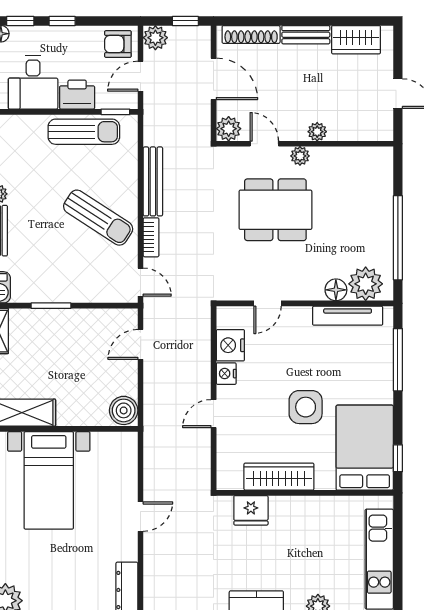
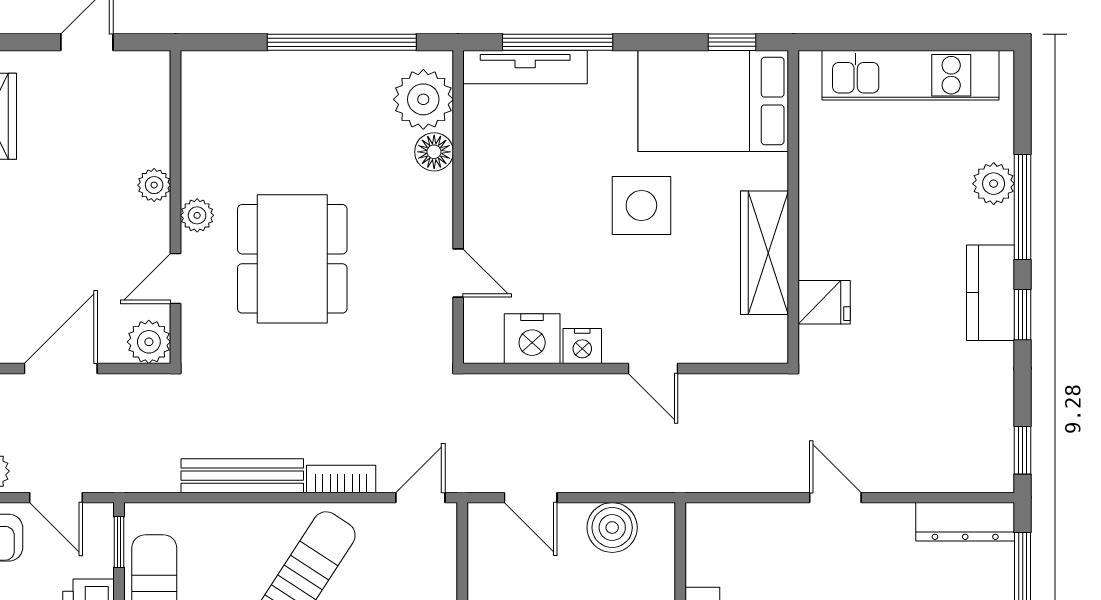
tv unit: (348, 316) -> (525, 67), moved, turned 90
boiler: (124, 410) -> (612, 528), moved
fridge: (251, 510) -> (824, 302), width x0.72

